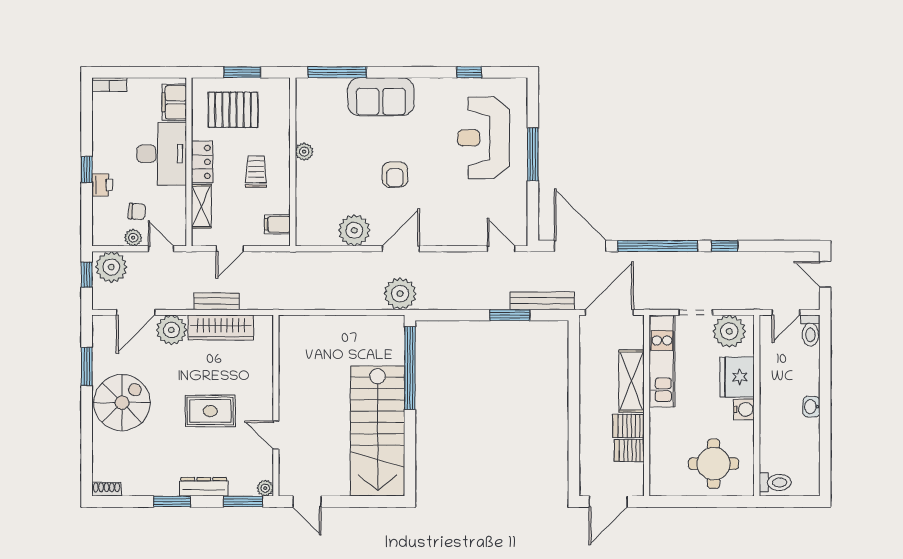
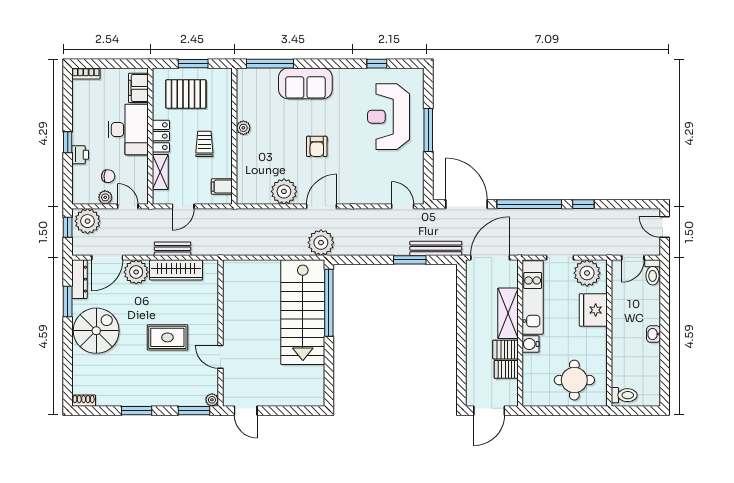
water cooler: (744, 409) -> (531, 344), moved, turned 180
stairs: (378, 431) -> (303, 312), moved
dresser: (204, 487) -> (79, 279), moved, turned 90

